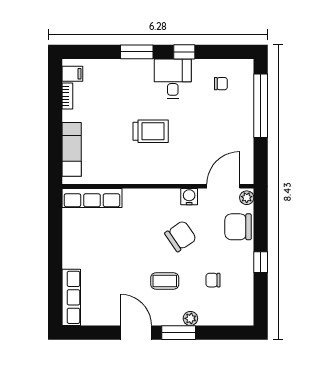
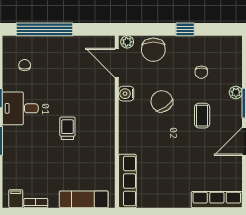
trolley: (151, 131) -> (67, 128), width x0.73, depth x0.72

